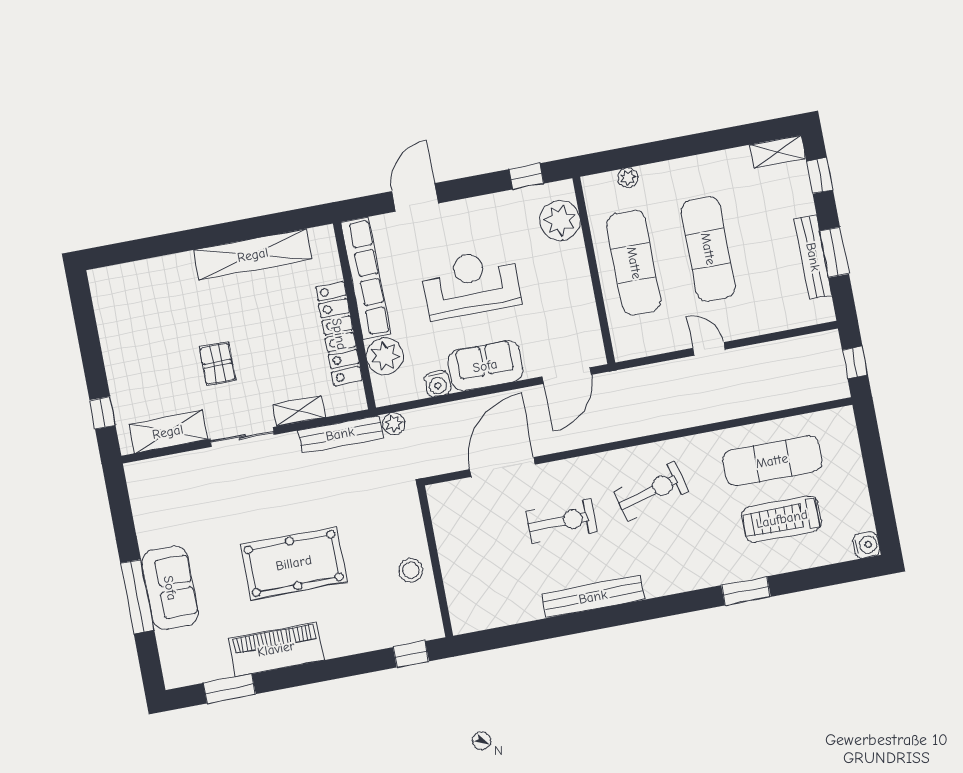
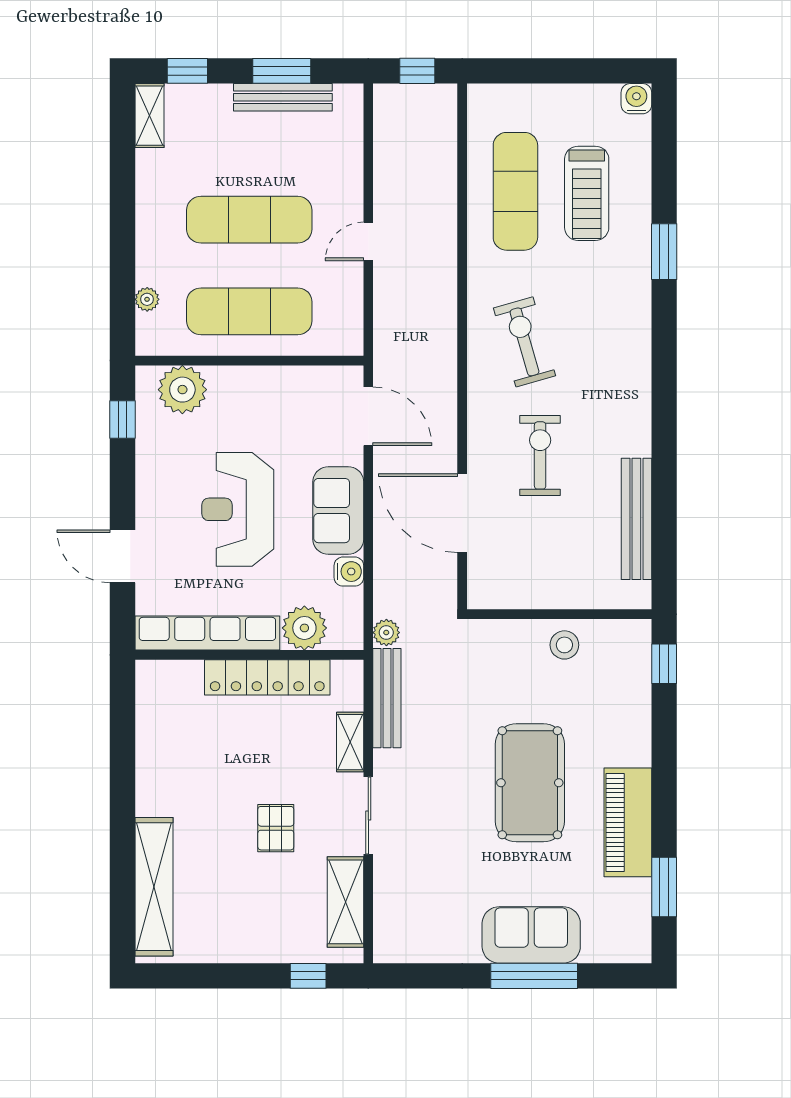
shelving: (253, 255) -> (154, 887), moved
pallet: (218, 364) -> (276, 828), turned 90
bench: (593, 597) -> (636, 519), moved

